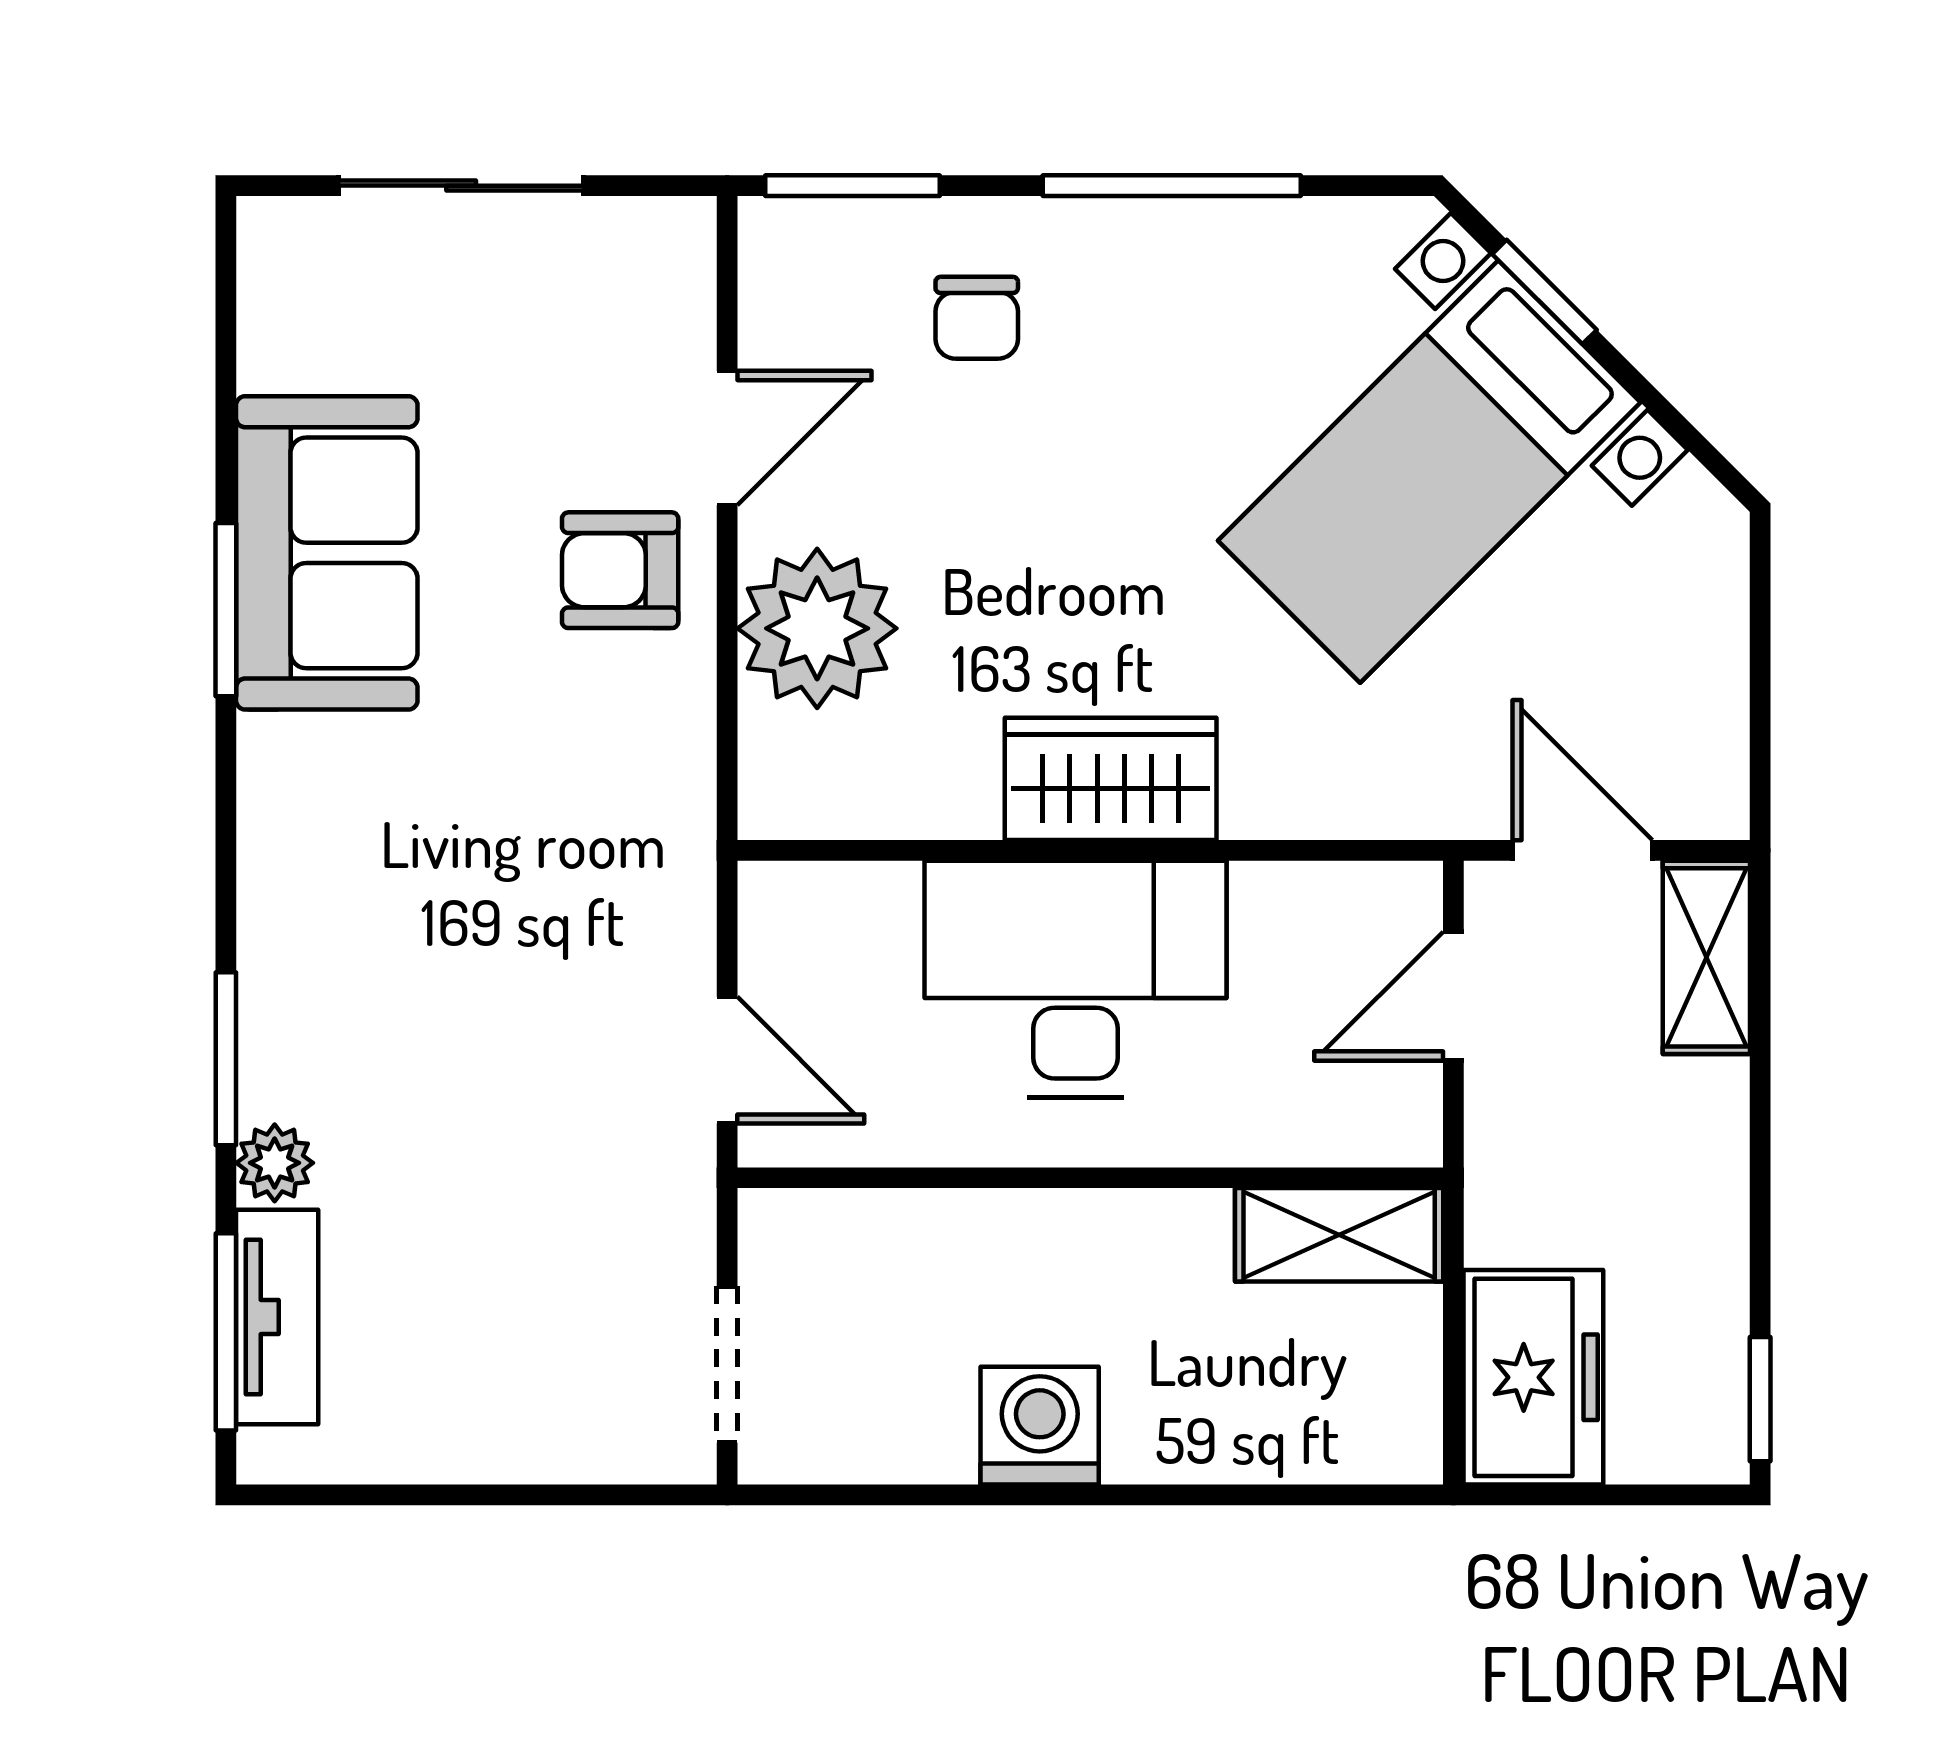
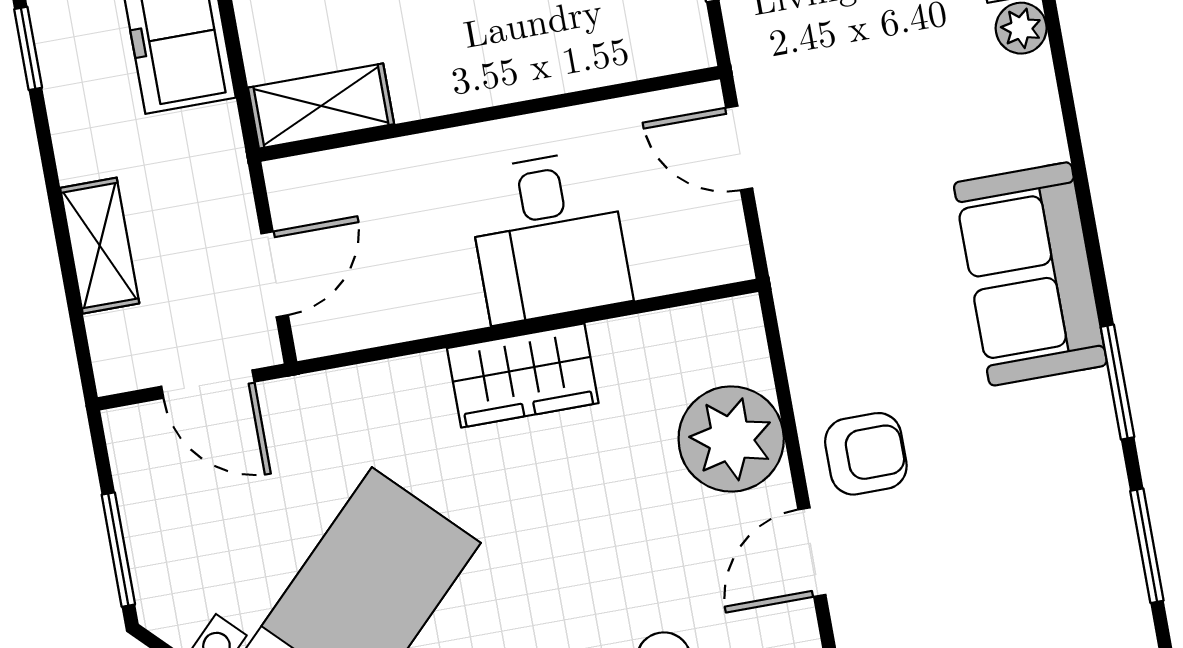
sofa: (327, 553) -> (1030, 274), moved
window: (1760, 628) -> (118, 550), added
shelving: (1706, 957) -> (100, 246), moved
desk: (1076, 979) -> (549, 236), width x0.73
window: (226, 1059) -> (1147, 546), moved

